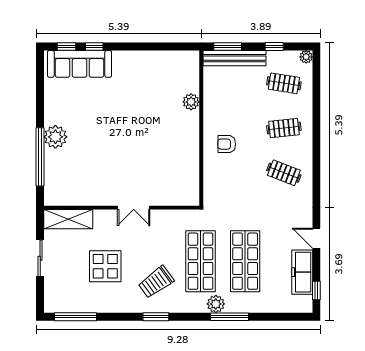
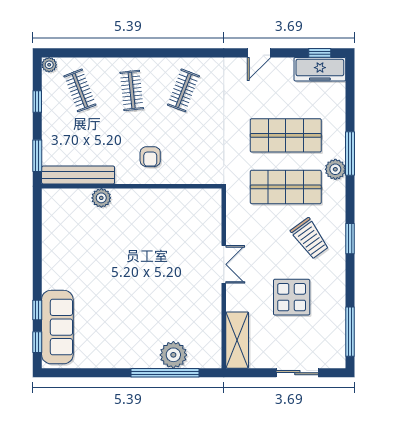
bench: (234, 58) -> (78, 175), moved, turned 90
clothes rail: (284, 83) -> (80, 90), turned -30
plant: (55, 137) -> (173, 355), moved
sliding door: (40, 258) -> (297, 373), moved
freezer: (302, 272) -> (320, 69), moved

